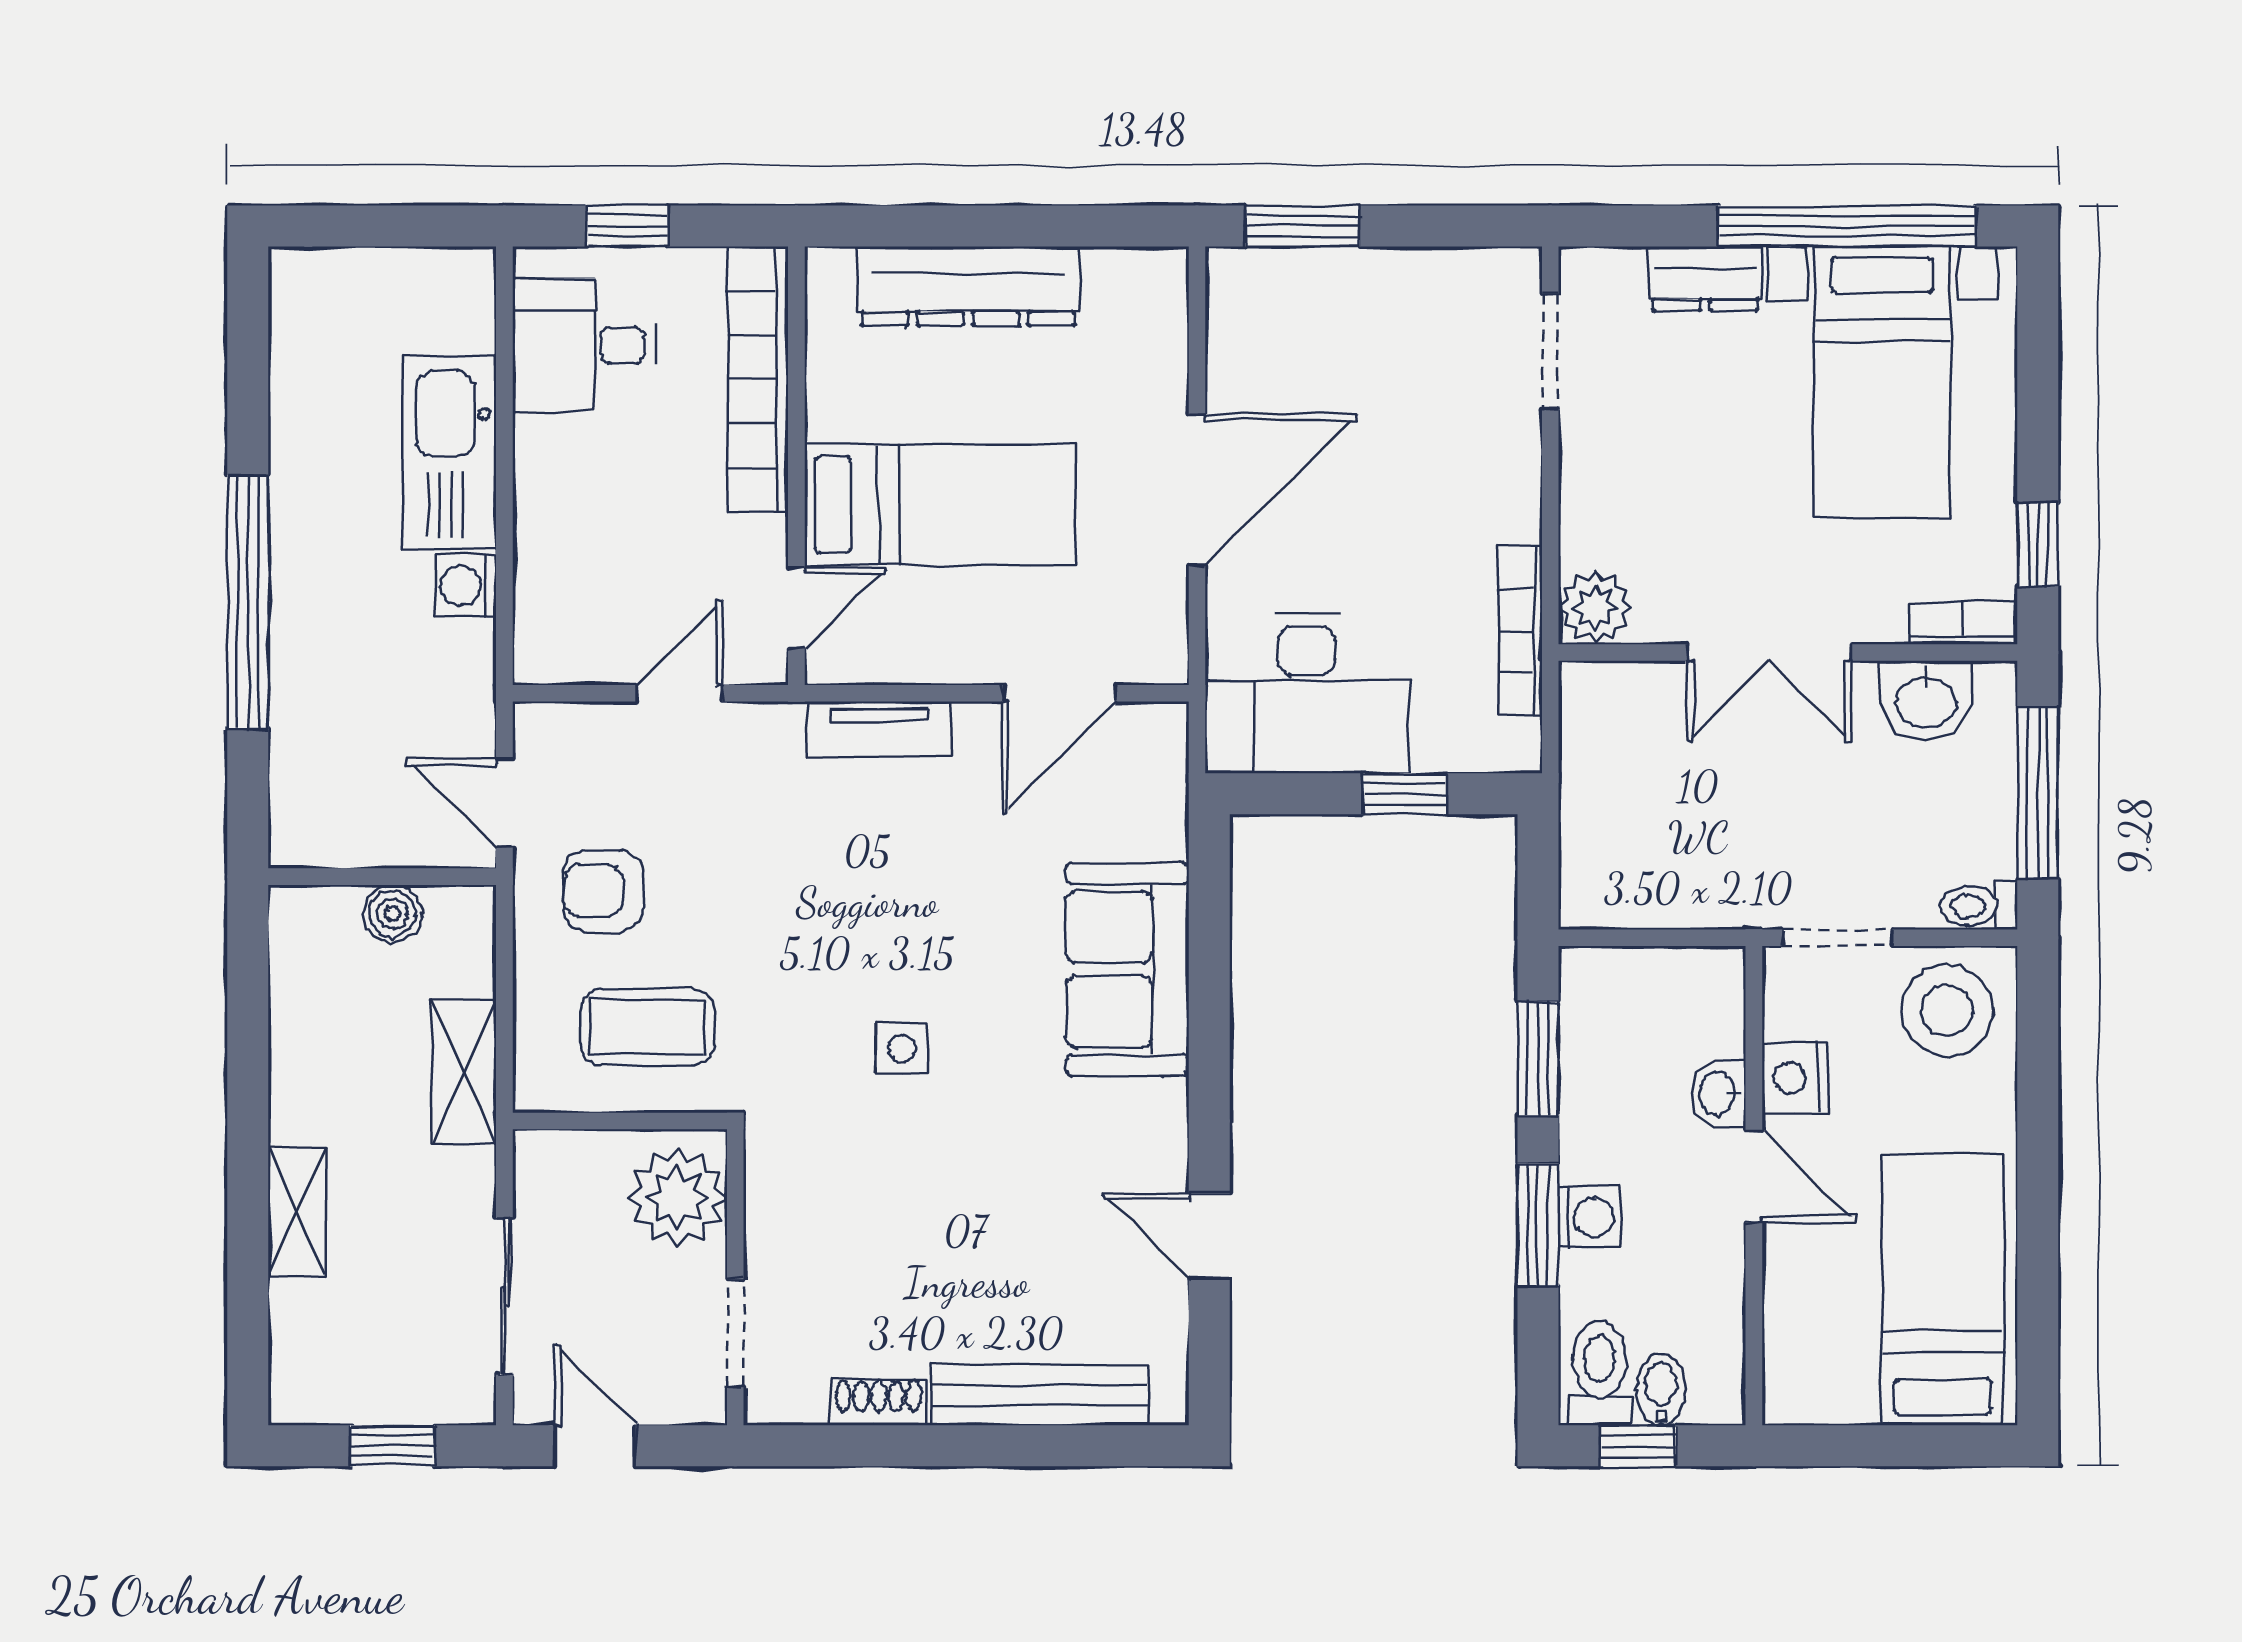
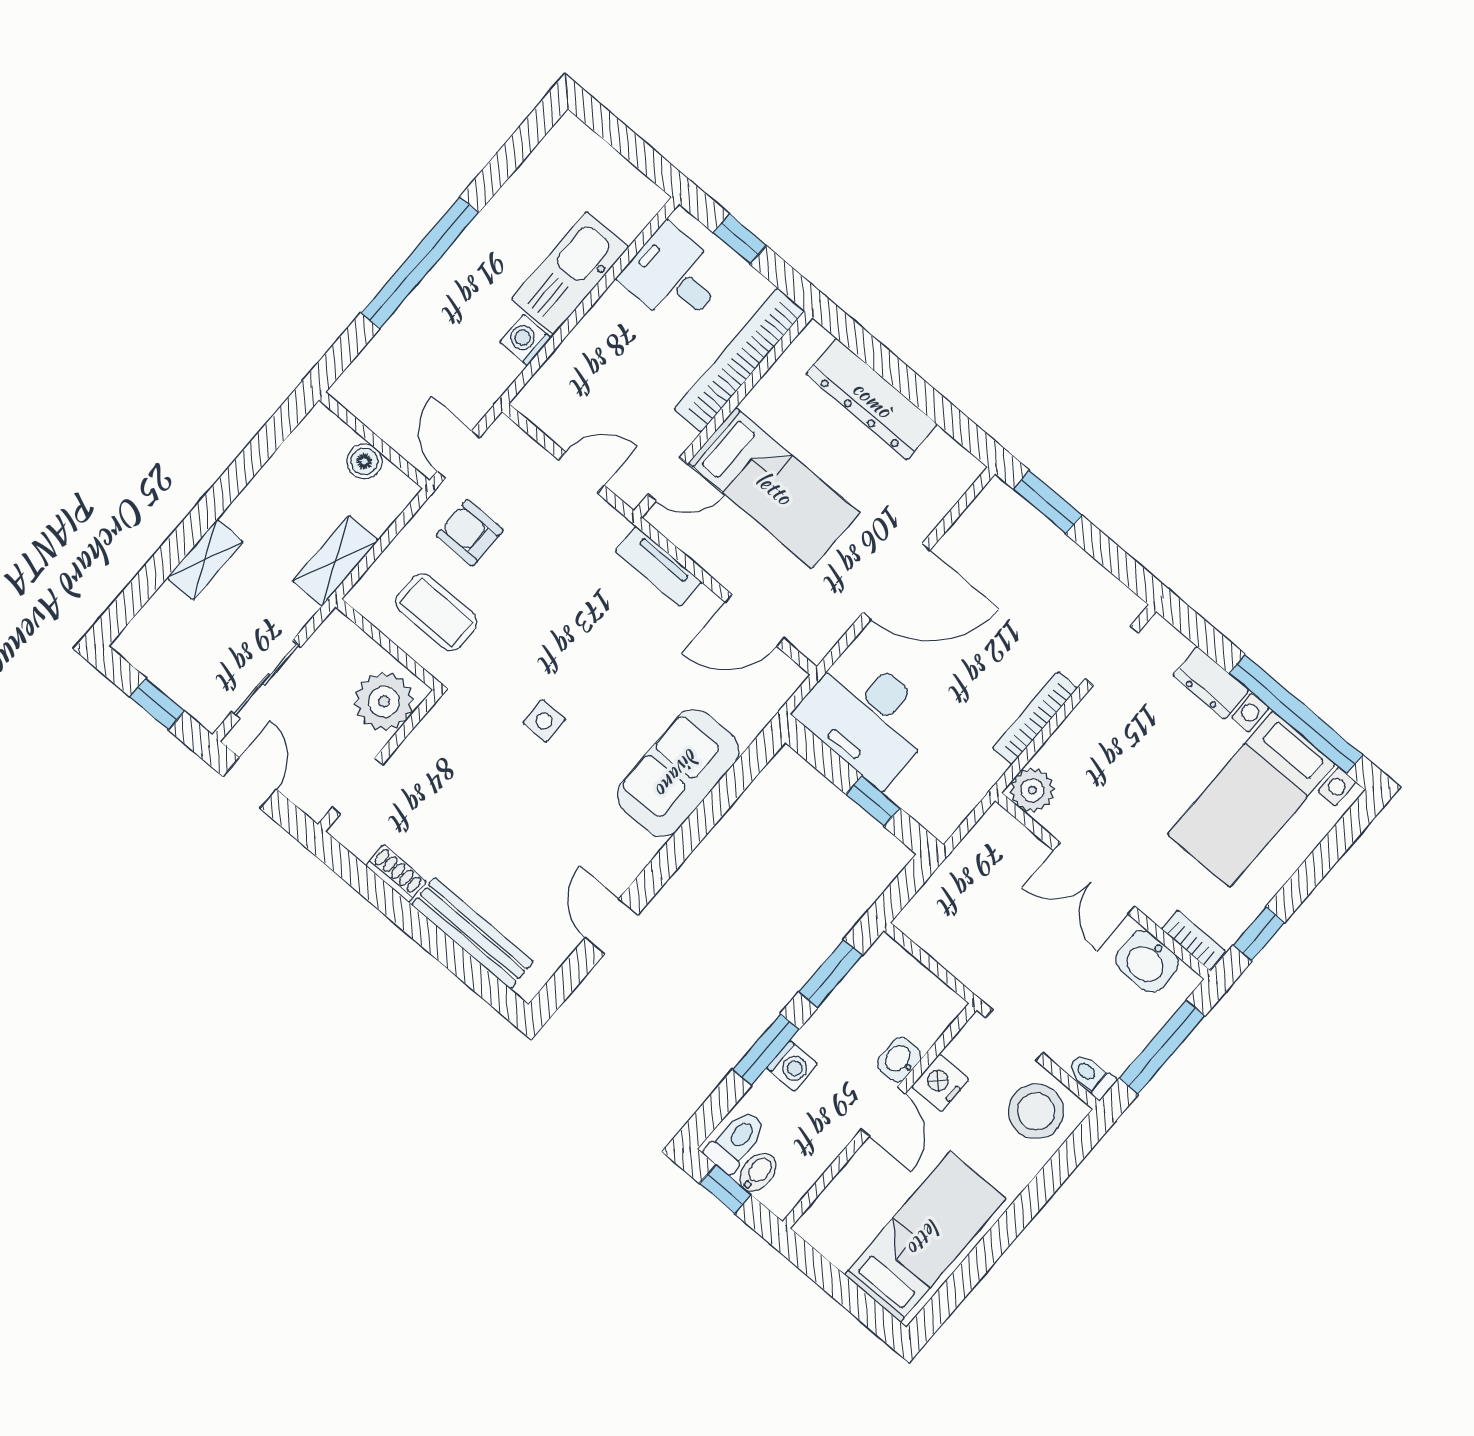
bookcase: (1520, 631) -> (1035, 718), moved

